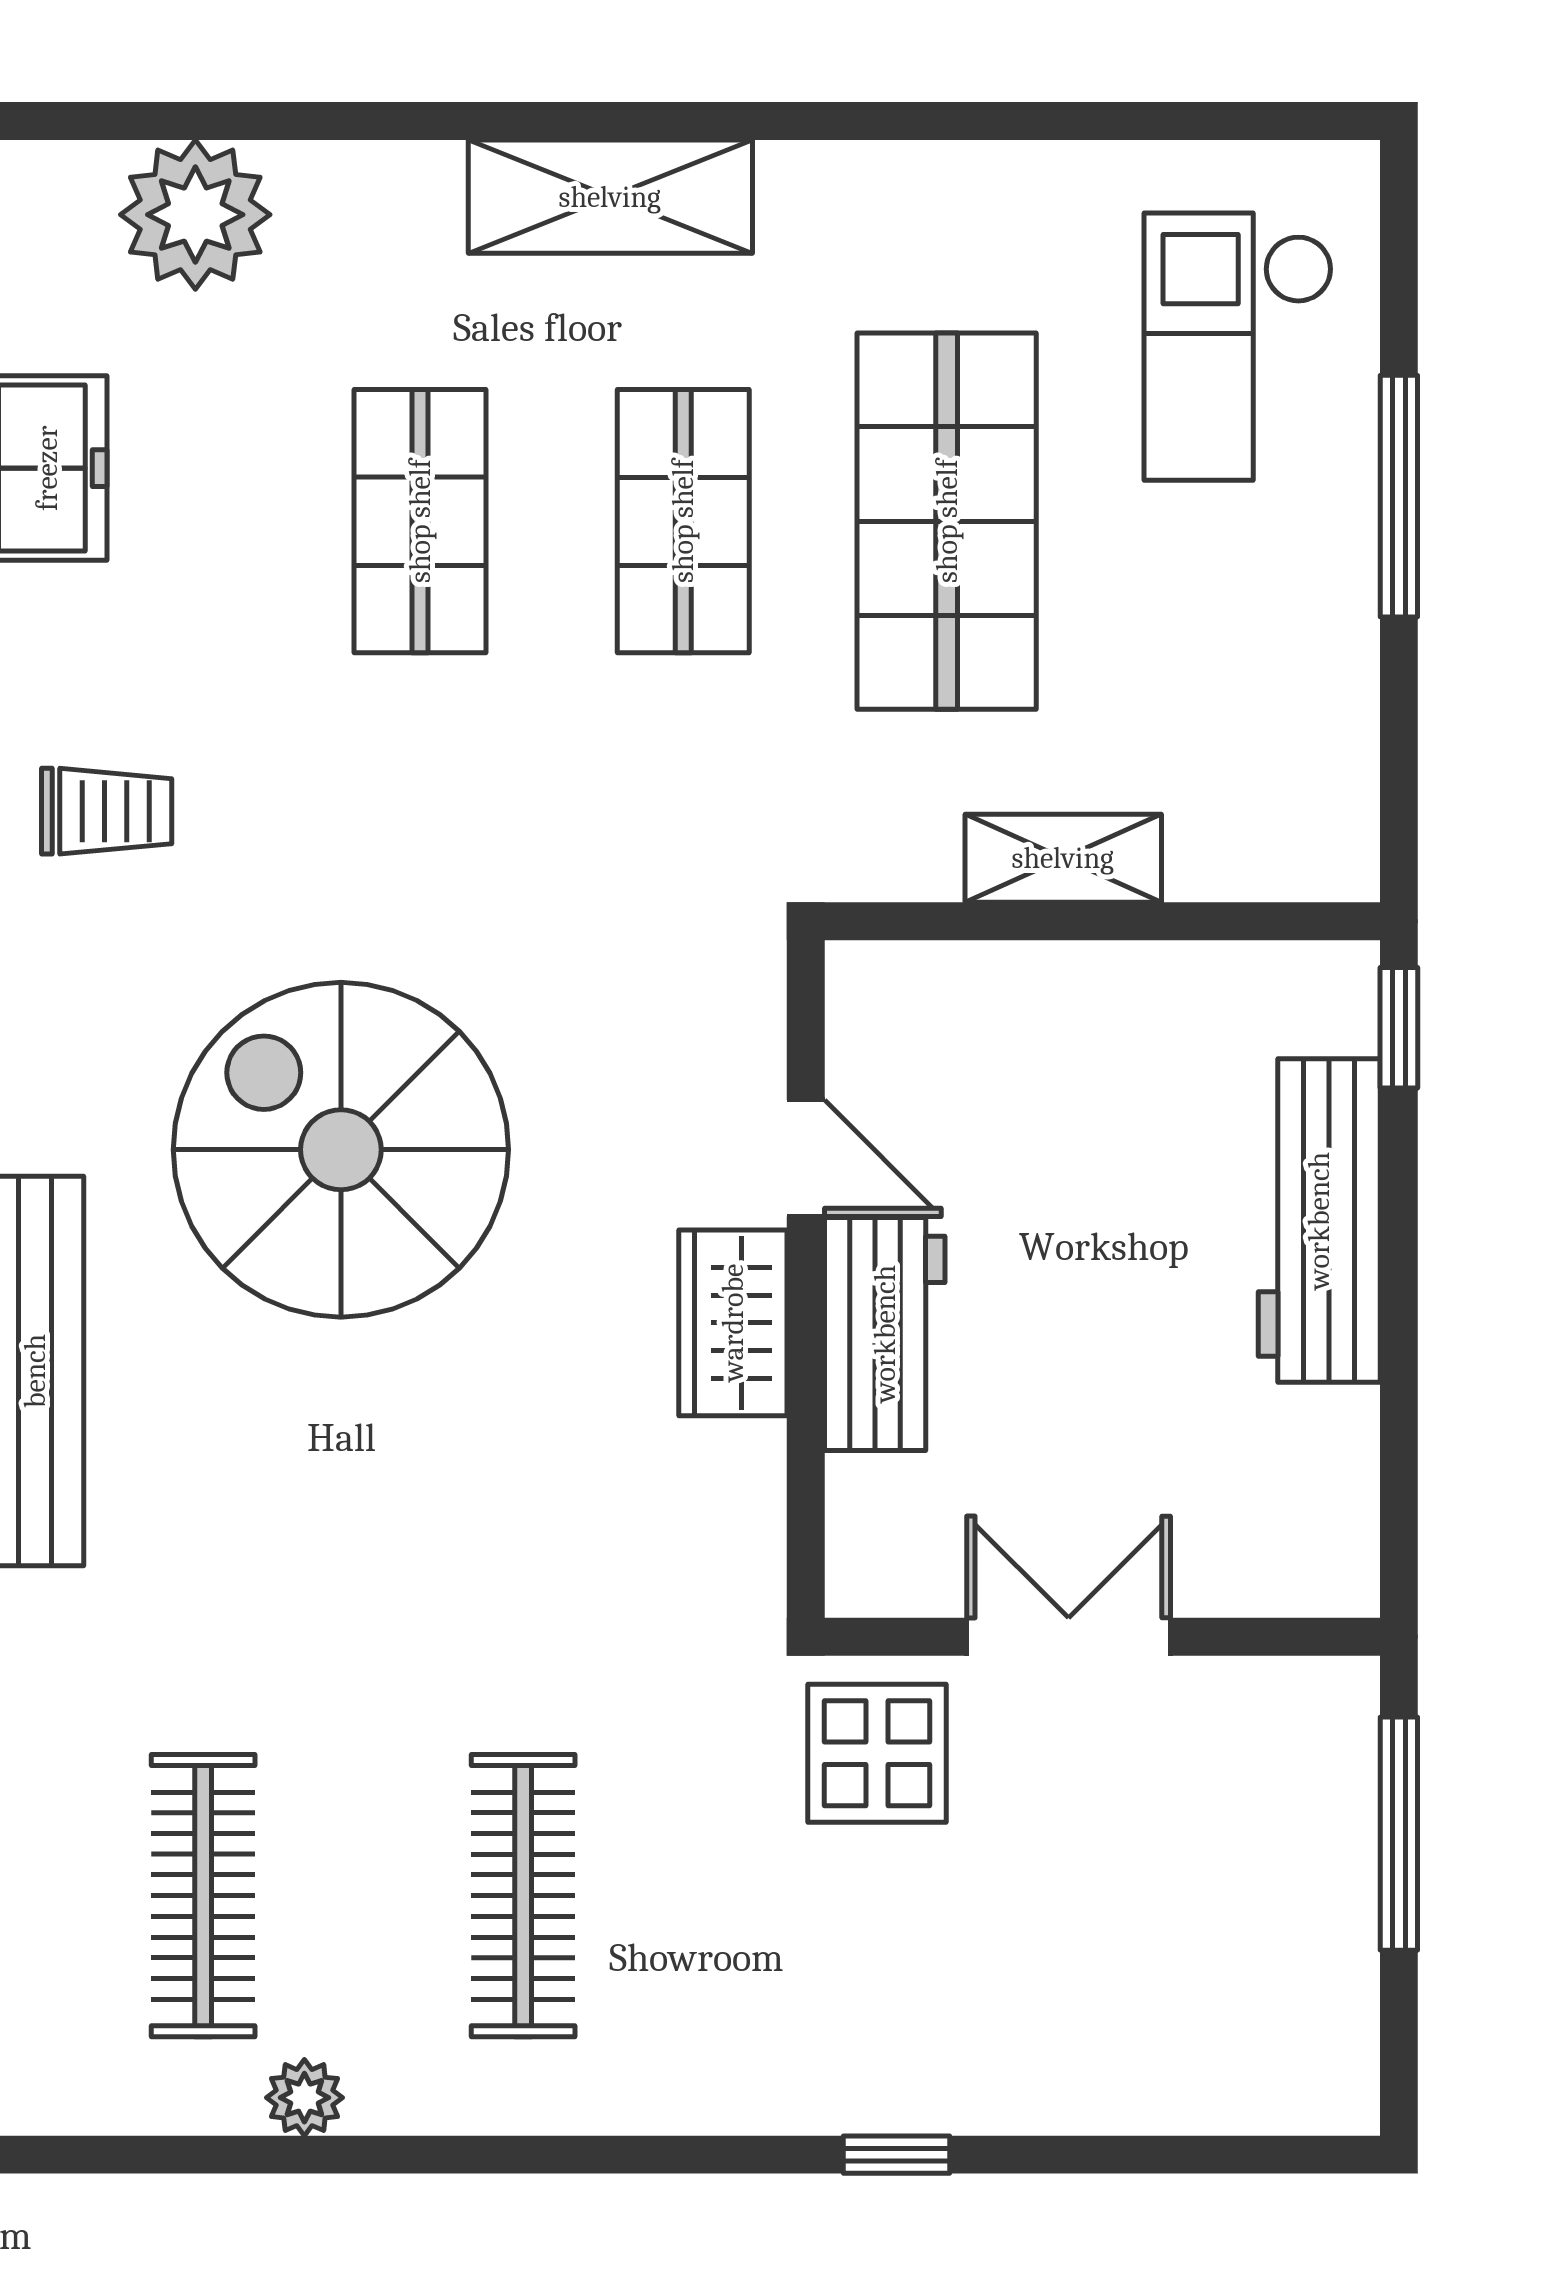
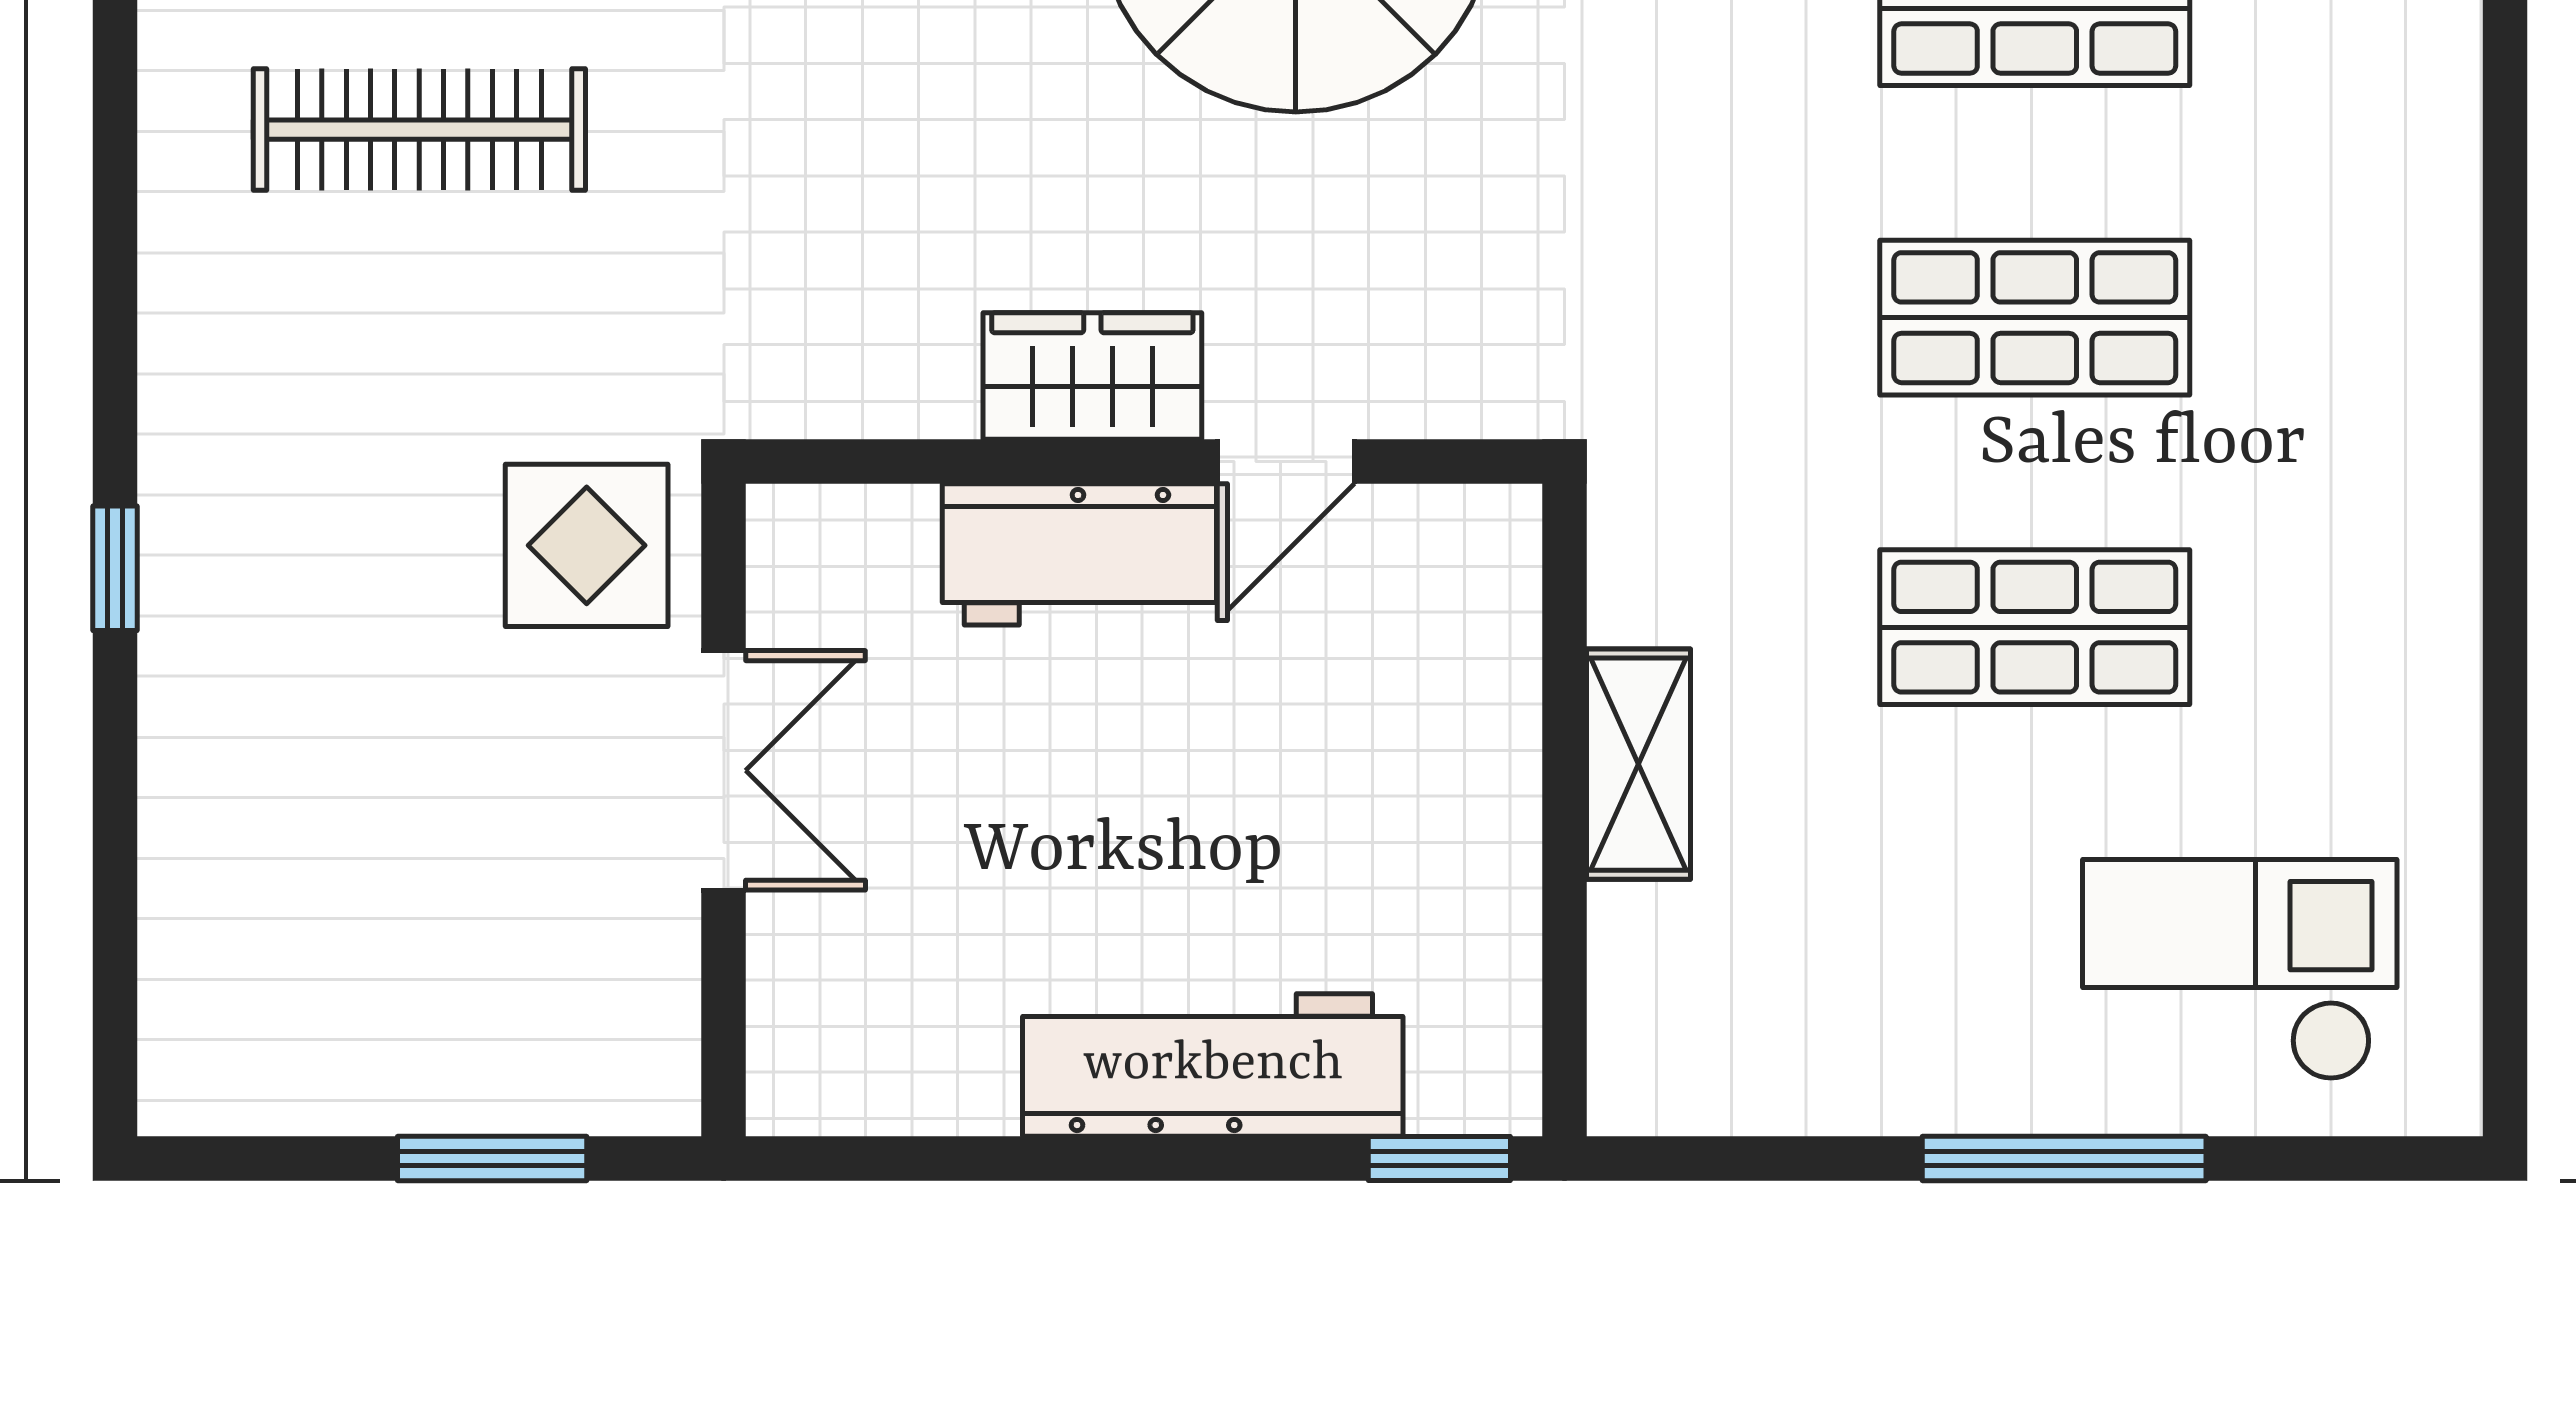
shelving: (610, 197) -> (2416, 232), removed
shop shelf: (947, 521) -> (2035, 627), width x0.70, depth x0.74
window: (1399, 1834) -> (492, 1159), width x0.69

